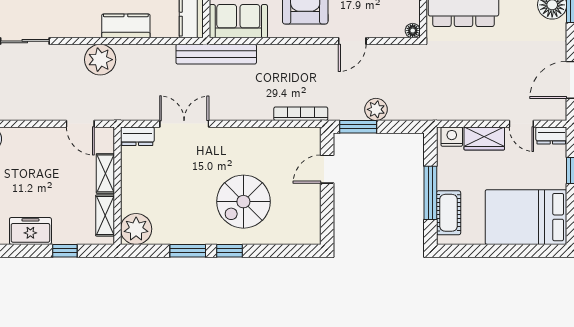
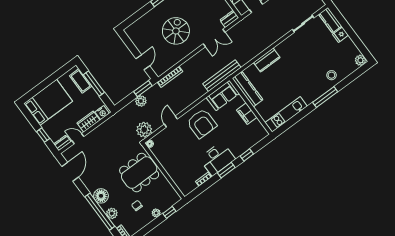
plant: (100, 60) -> (144, 130), moved
spiral stairs: (243, 202) -> (176, 31), moved

